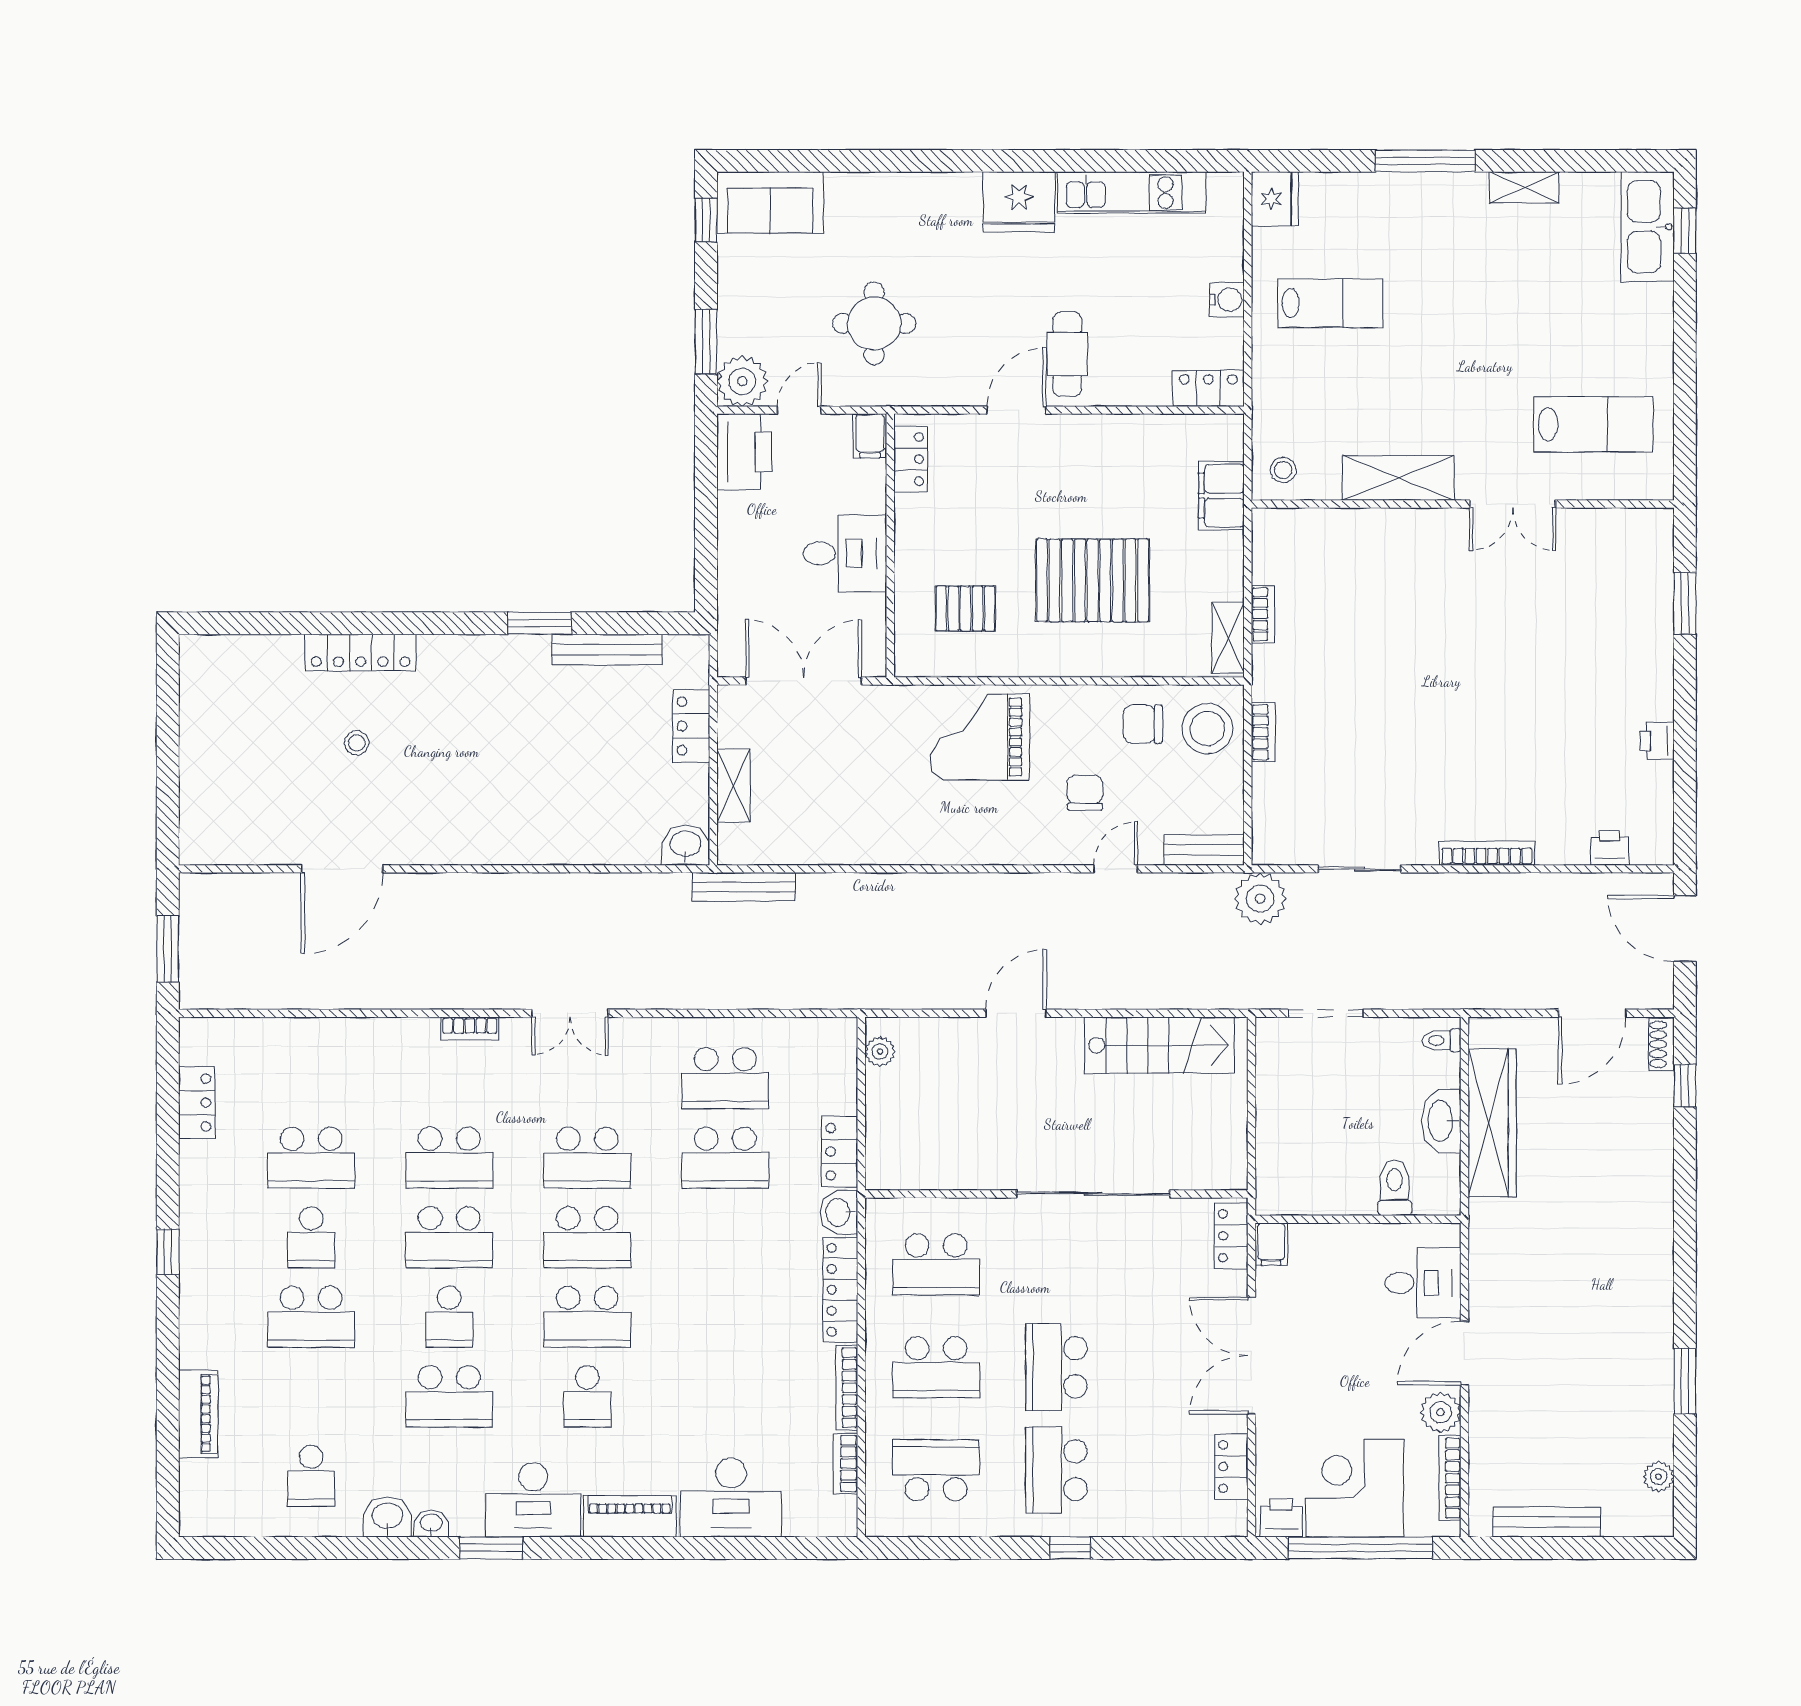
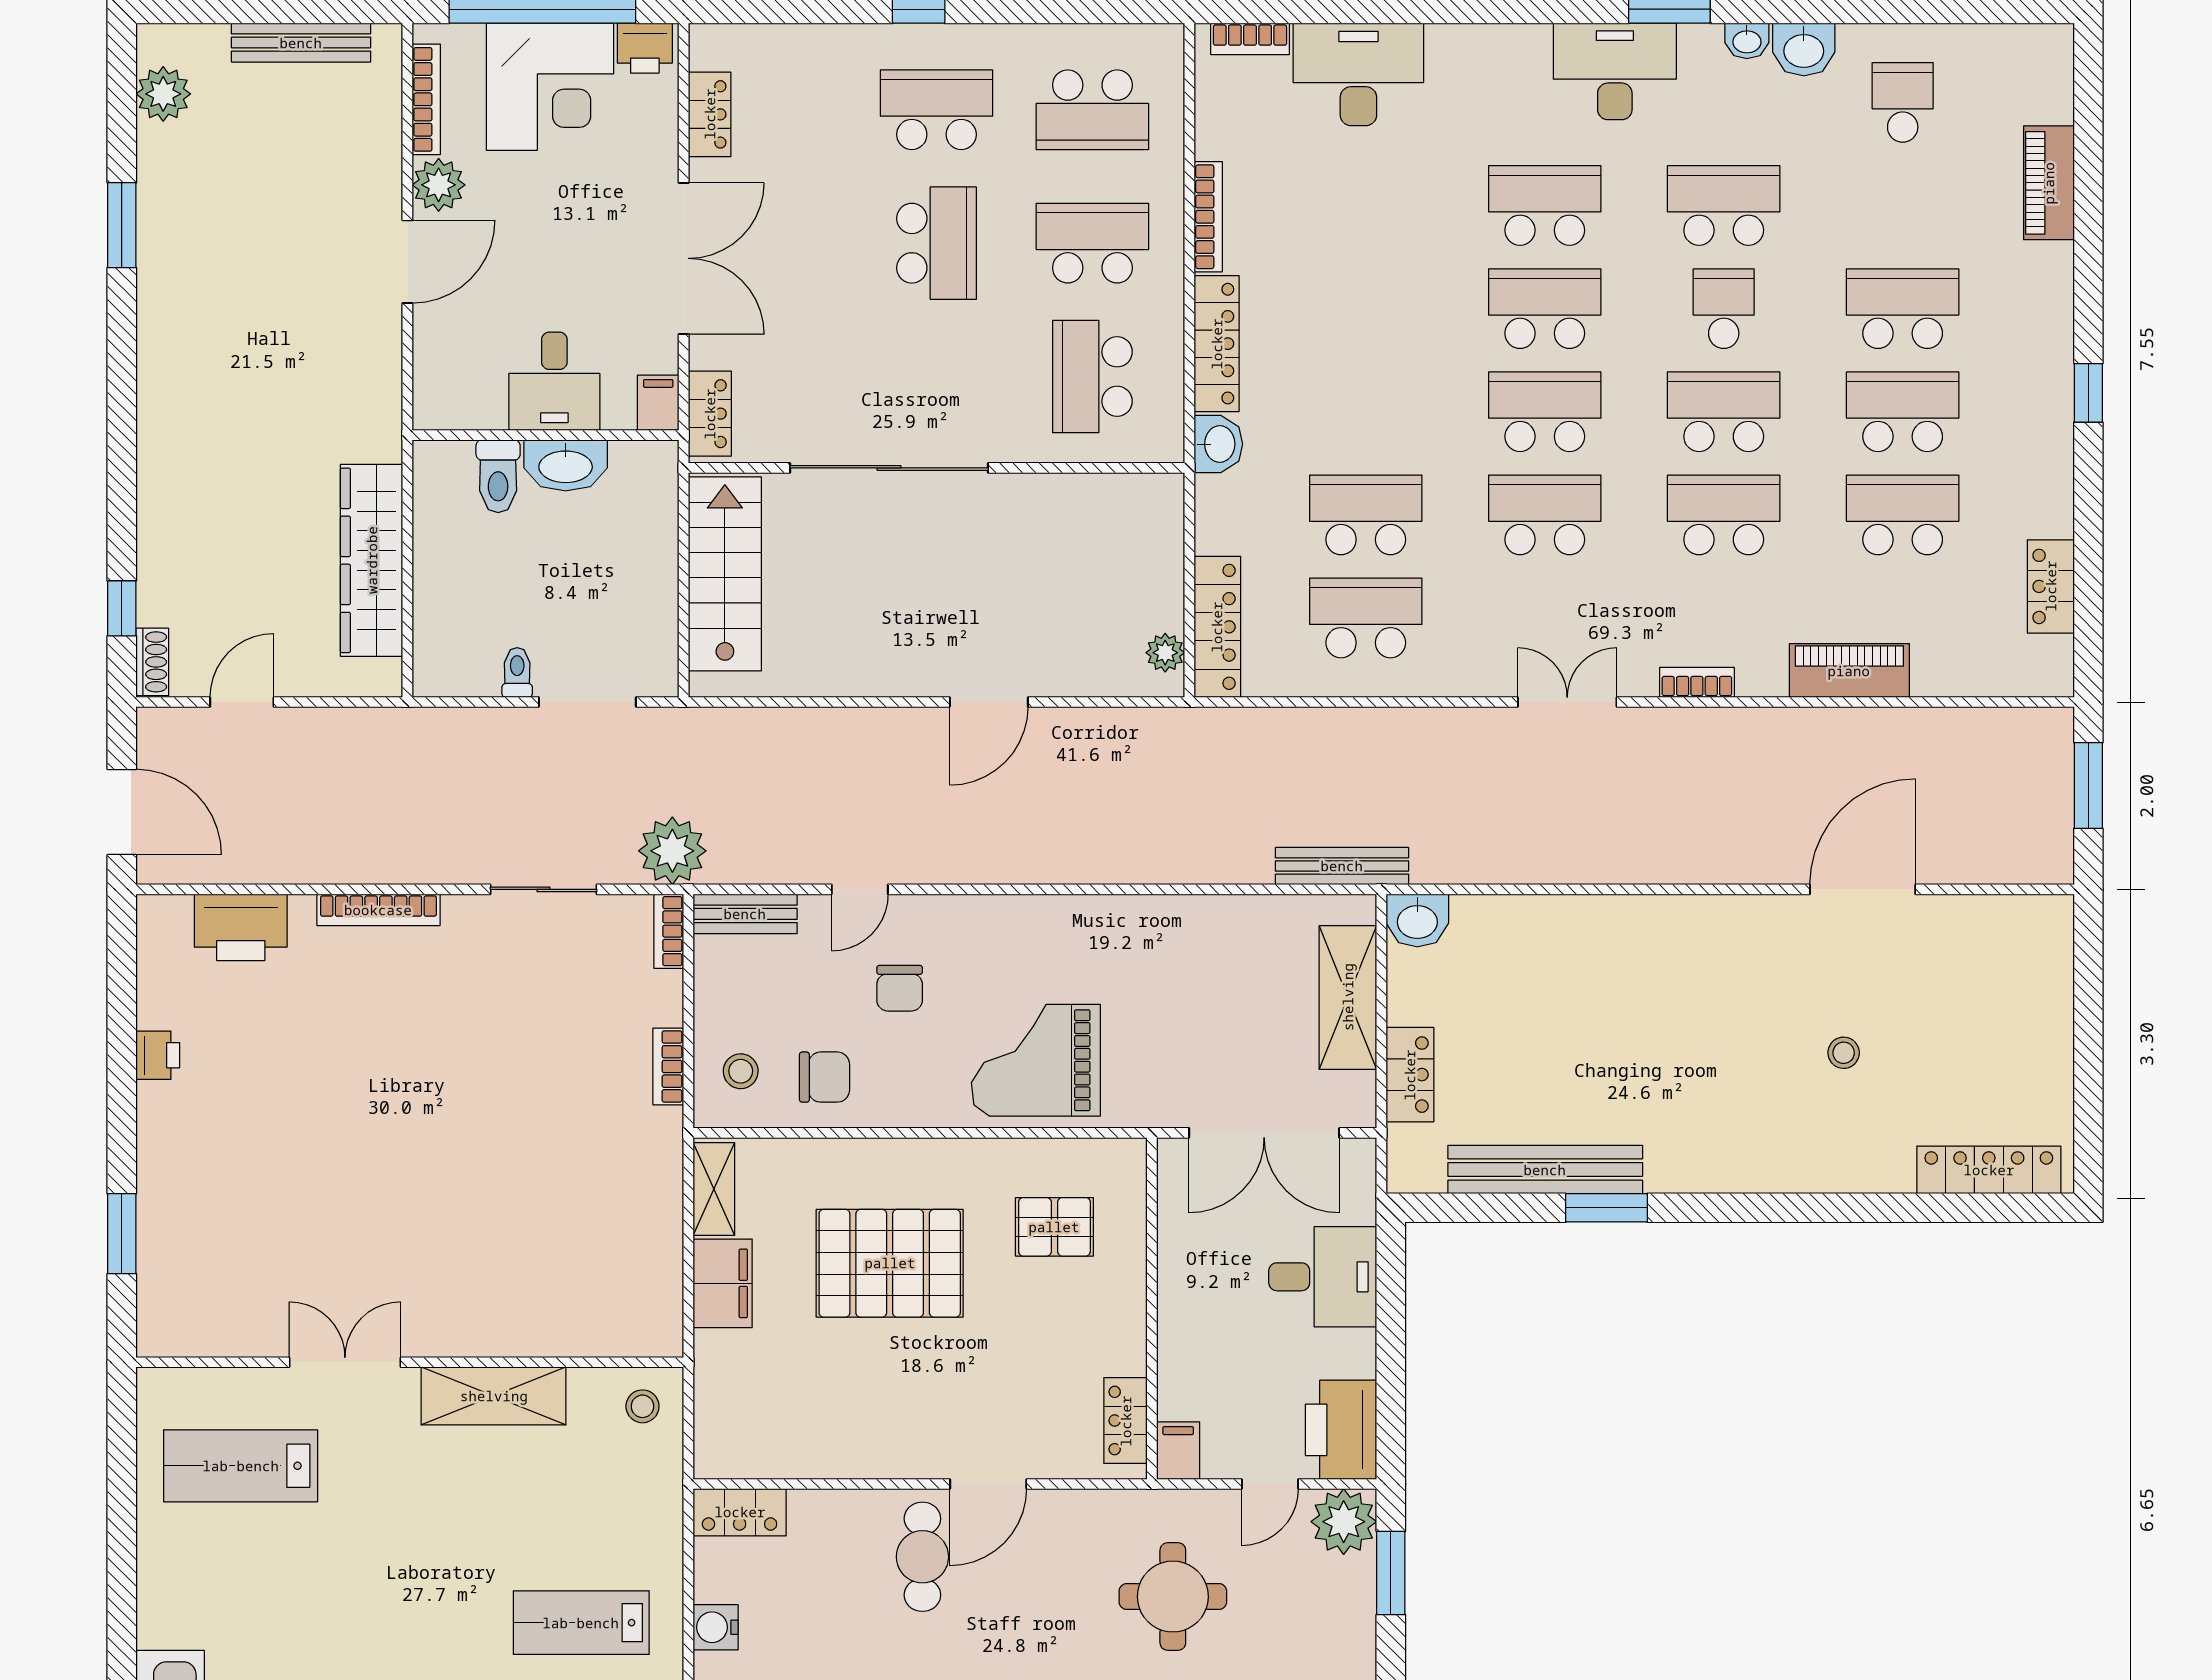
filing cabinet: (1221, 496) -> (723, 1283), moved
desk: (845, 553) -> (1323, 1277), moved, turned 180
bookcase: (1263, 614) -> (669, 931), moved
bench: (607, 649) -> (1545, 1170), width x1.37, depth x1.21
locker: (361, 652) -> (1989, 1170), moved
stool: (1207, 729) -> (741, 1071), width x0.53, depth x0.53
grand piano: (980, 737) -> (1036, 1060), turned 180
shelving: (733, 785) -> (1348, 997), width x1.50, depth x1.33
printer: (1610, 848) -> (241, 927), width x1.87, depth x1.48
door: (1592, 1013) -> (242, 702), width x0.73
toilet: (1442, 1040) -> (517, 673), moved, turned -90
stairs: (1160, 1045) -> (725, 574), moved, turned 90
washbasin: (1441, 1121) -> (566, 465), moved, turned 90
locker: (840, 1152) -> (1217, 627), moved, width x1.53
school desk: (311, 1237) -> (1903, 412), width x1.85
school desk: (936, 1264) -> (1092, 377), turned -90
desk: (1423, 1283) -> (554, 381), moved, turned -90
school desk: (587, 1396) -> (1545, 206), width x1.85
bookcase: (846, 1464) -> (1250, 39), moved, turned 90
school desk: (1056, 1470) -> (937, 110), turned -90
plant: (1659, 1477) -> (163, 94), width x1.38, depth x1.38
piano: (630, 1516) -> (1849, 671), moved, turned 180

